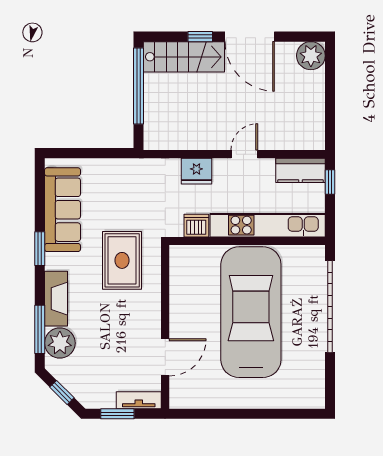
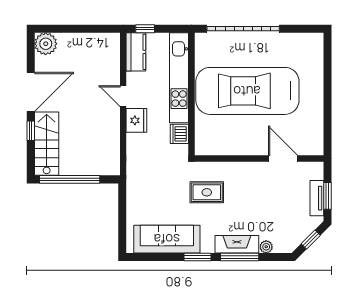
fridge: (196, 171) -> (136, 120), moved
rug: (122, 260) -> (207, 192), width x0.73, depth x0.70
window: (40, 329) -> (240, 257), moved
plant: (60, 343) -> (266, 247), width x0.53, depth x0.53
tv unit: (139, 400) -> (317, 198), moved

